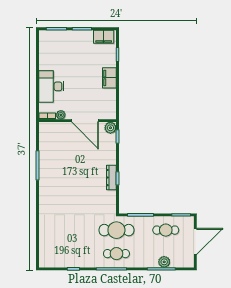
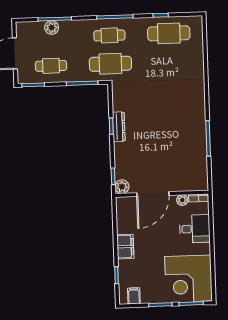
filing cabinet: (104, 37) -> (134, 296), width x0.50
corner desk: (58, 49) -> (188, 279), added
desk: (51, 86) -> (195, 229), width x0.73
door: (85, 121) -> (153, 194), swing flipped
cafe table: (67, 254) -> (169, 33), added

